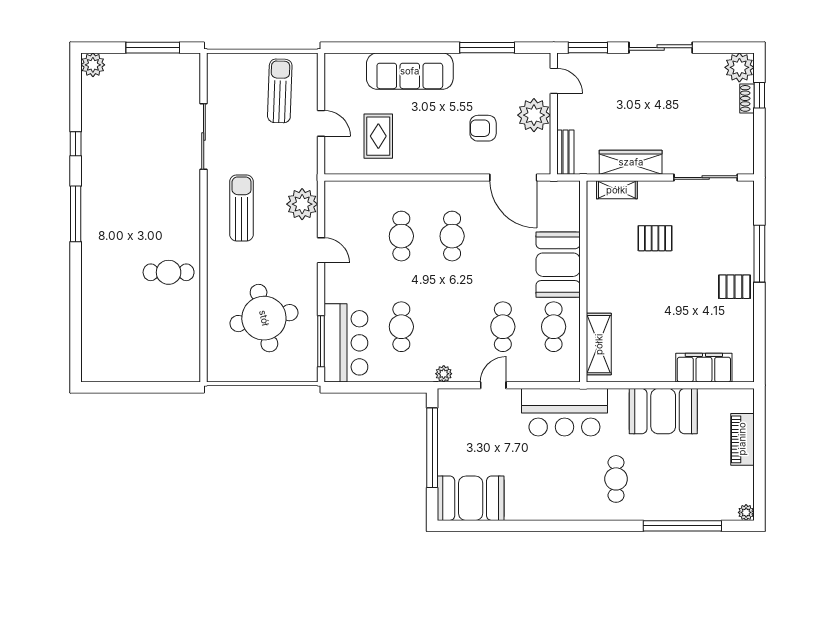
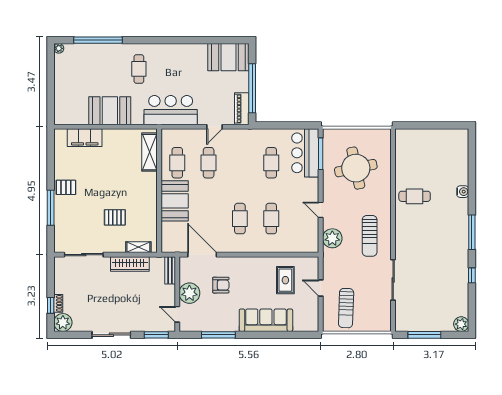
water cooler: (90, 280) -> (463, 192), added
plant: (444, 374) -> (245, 134), removed
piano: (742, 439) -> (242, 109), moved, turned 180

